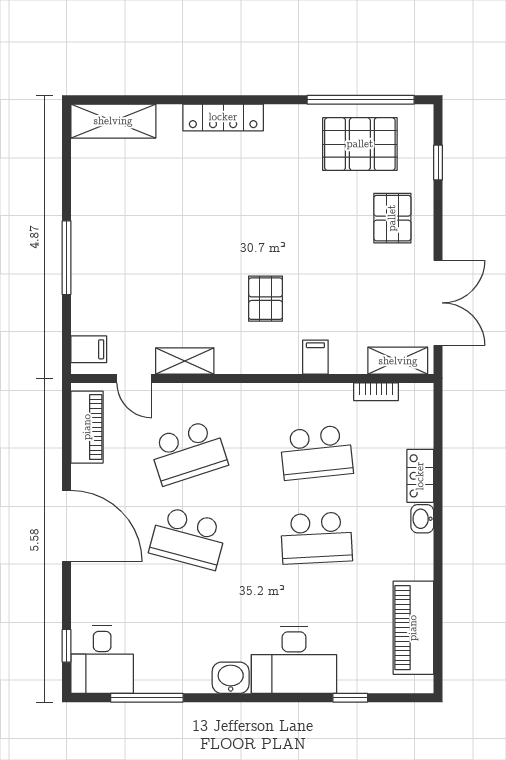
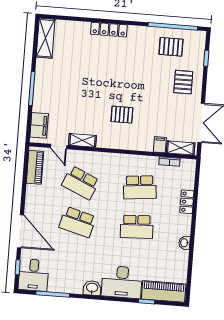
shelving: (113, 121) -> (46, 38), moved, turned 90
pallet: (360, 144) -> (171, 47), width x0.67, depth x0.71
pallet: (266, 299) -> (122, 115), turned 90
filing cabinet: (89, 349) -> (39, 125), width x2.00
filing cabinet: (315, 357) -> (160, 145), moved
school desk: (188, 452) -> (81, 183), turned 42
washbasin: (422, 519) -> (184, 243), moved
door: (67, 526) -> (20, 231), moved
piano: (413, 628) -> (164, 291), moved, turned 90

